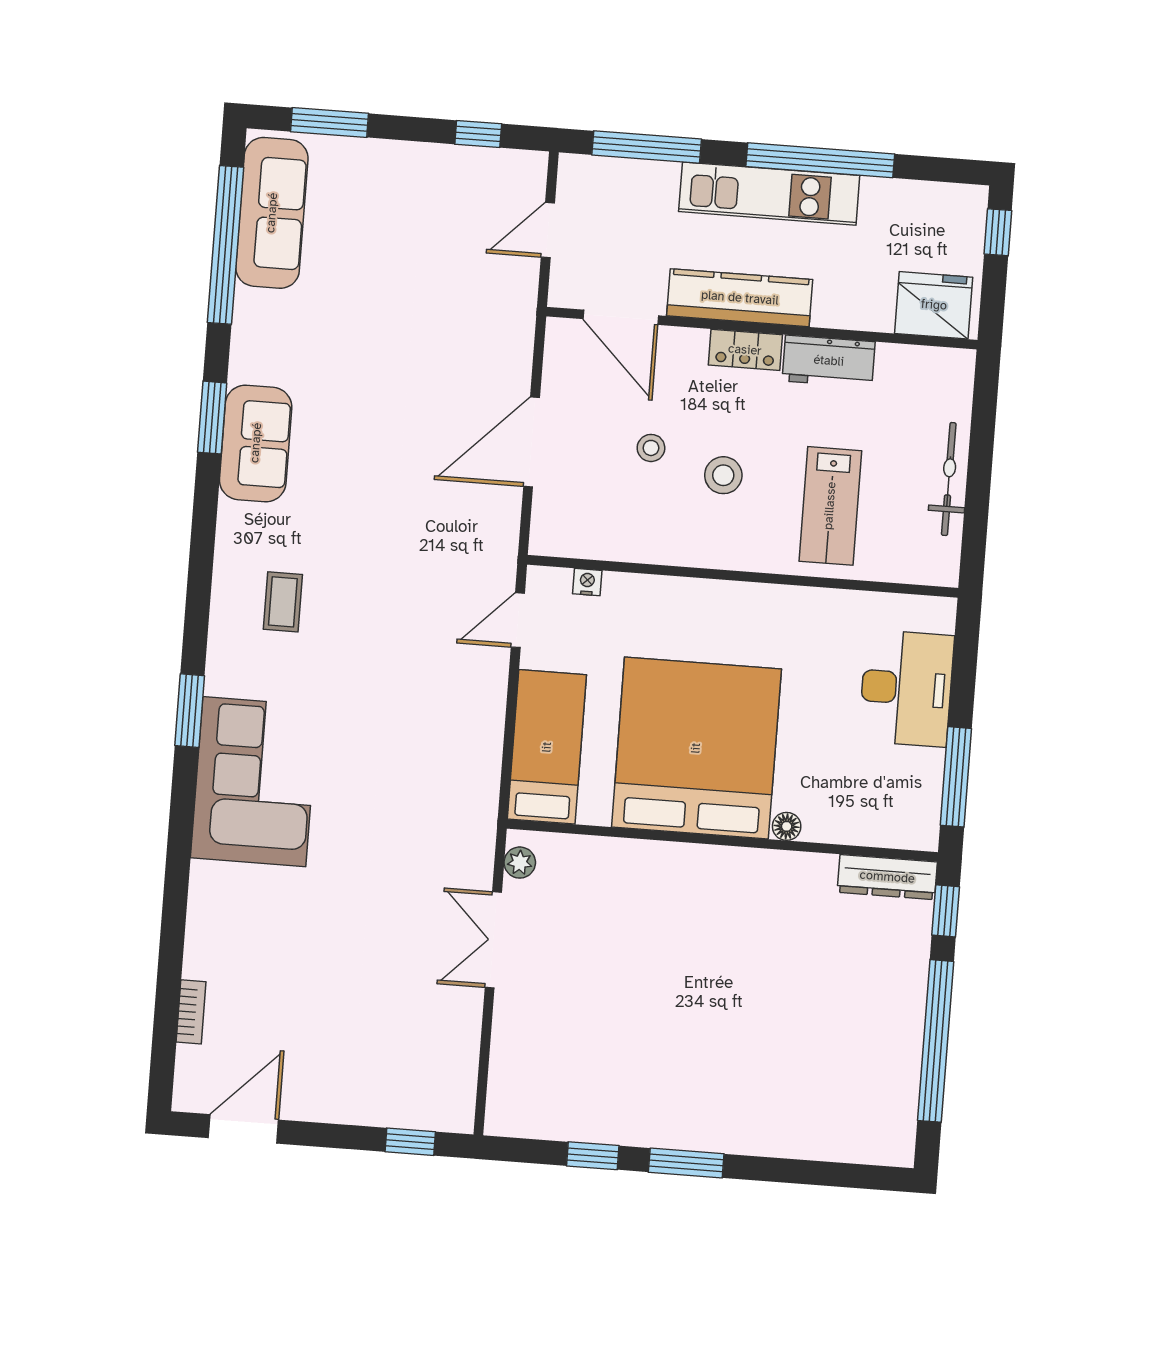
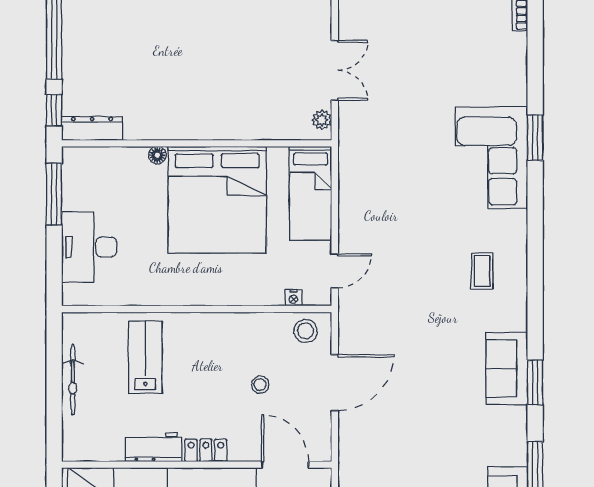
stool: (723, 475) -> (306, 331), moved
window: (190, 711) -> (535, 138), moved

